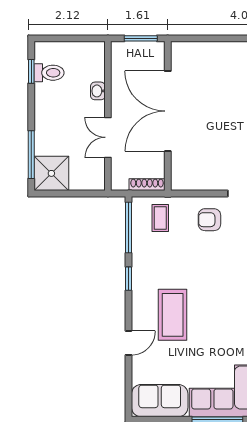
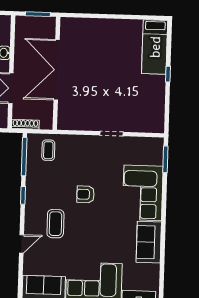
shoe rack: (147, 185) -> (25, 124), moved
armchair: (209, 220) -> (86, 194), moved
coffee table: (173, 315) -> (55, 224), width x0.73, depth x0.76

